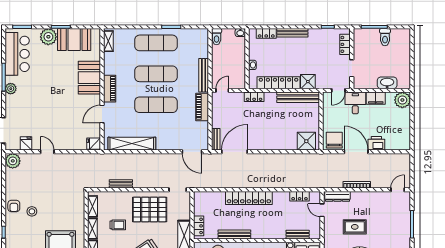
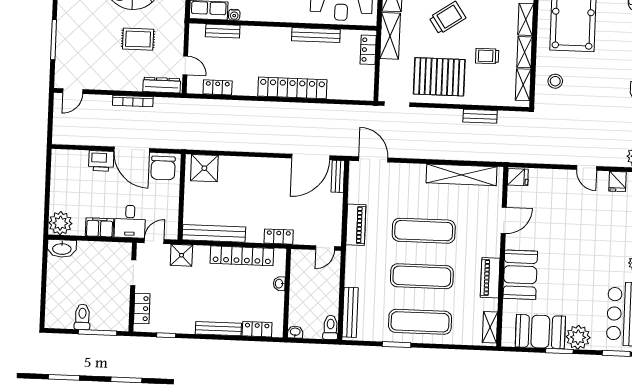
bench: (204, 75) -> (350, 312), moved
shower: (308, 82) -> (181, 255), moved
washbasin: (387, 83) -> (62, 248), moved
piano: (110, 89) -> (490, 278), moved
stool: (32, 211) -> (555, 81), moved

